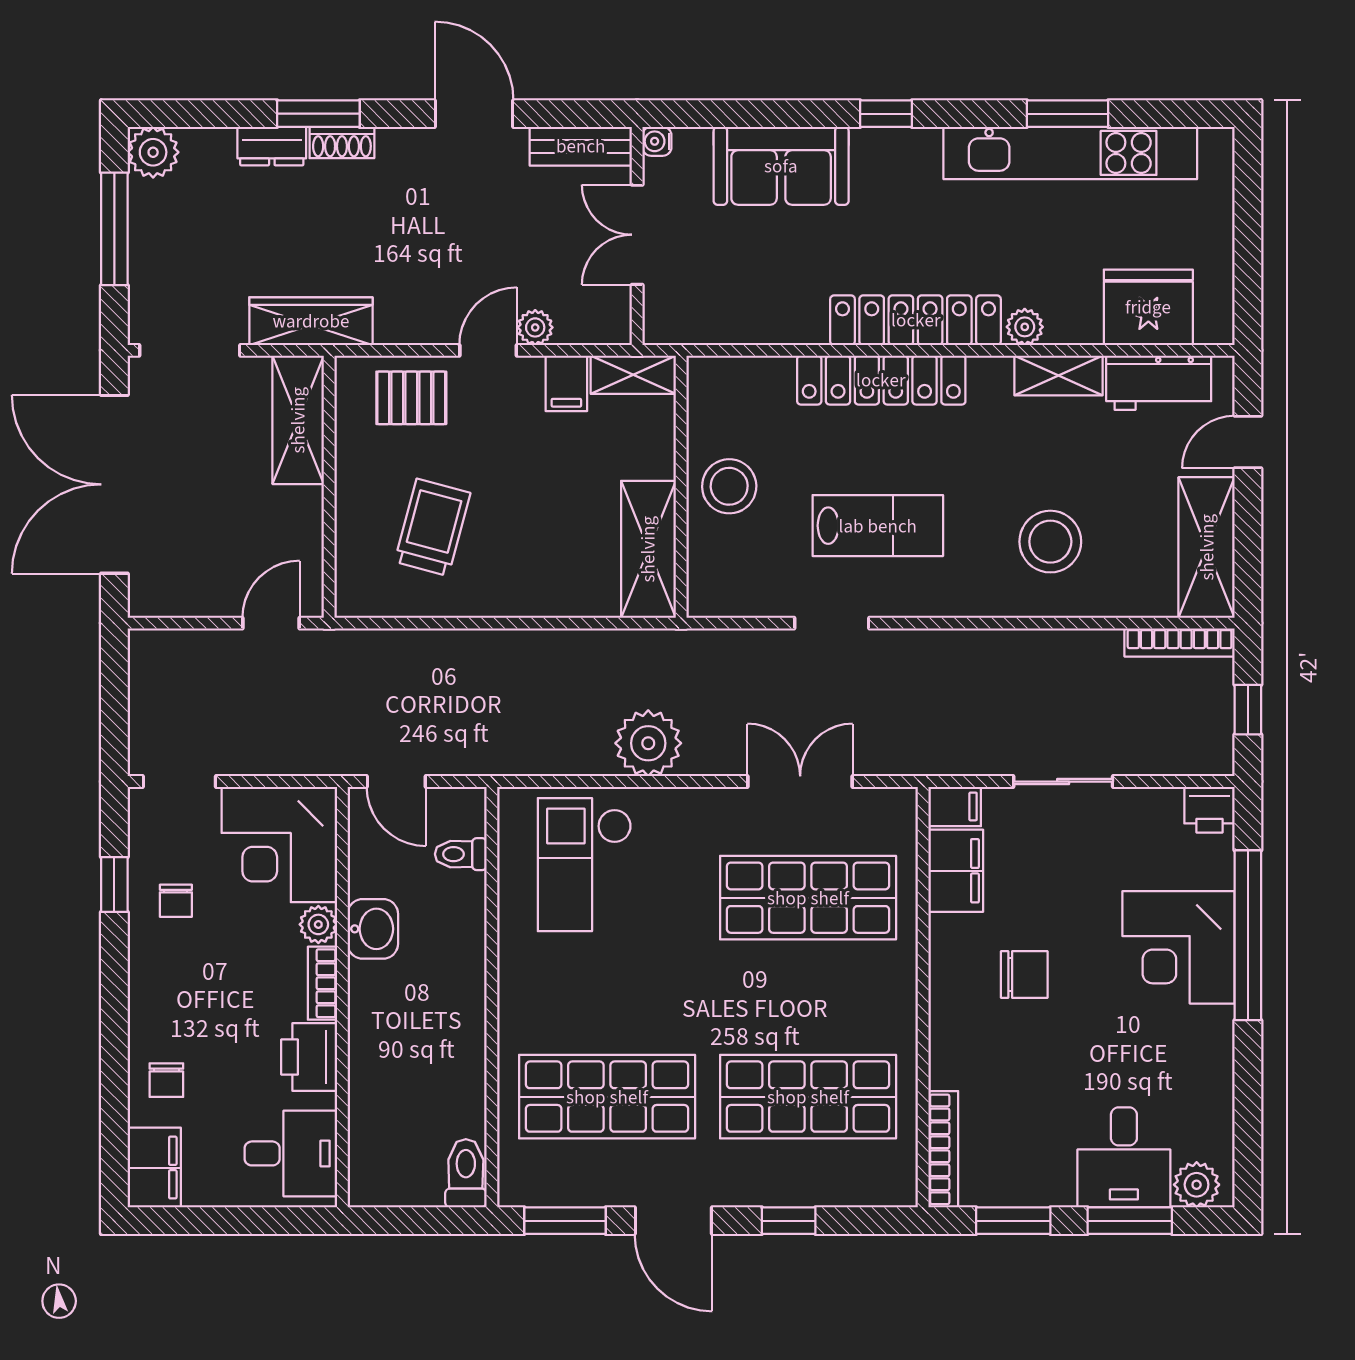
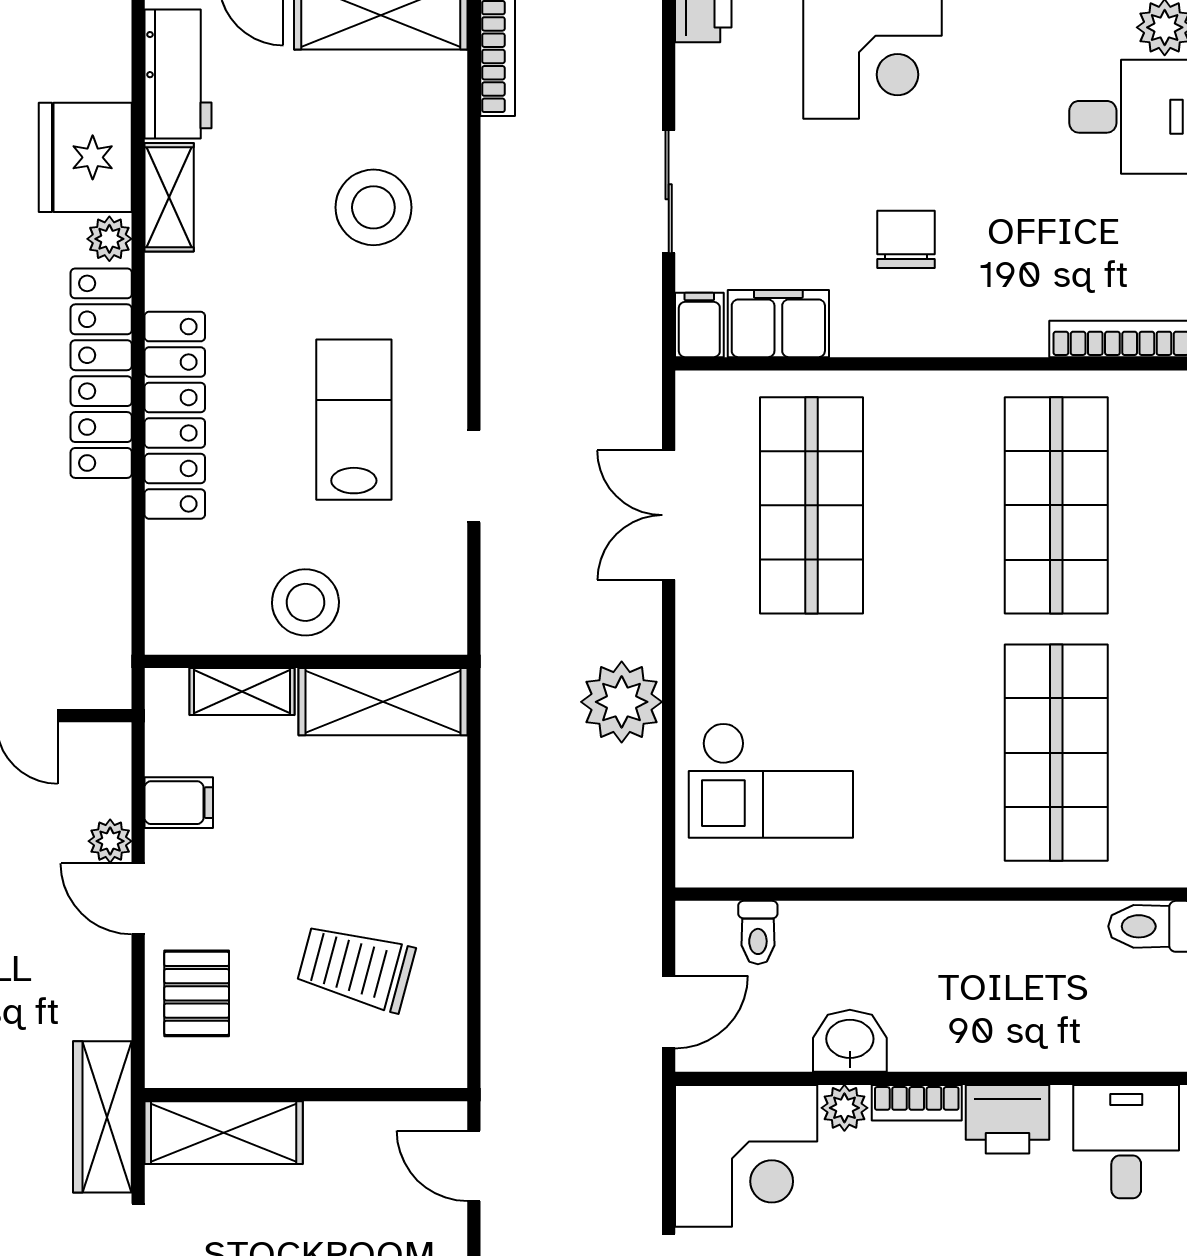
fridge: (1148, 307) -> (85, 157), moved
shelving: (633, 375) -> (242, 692), moved, turned 90

